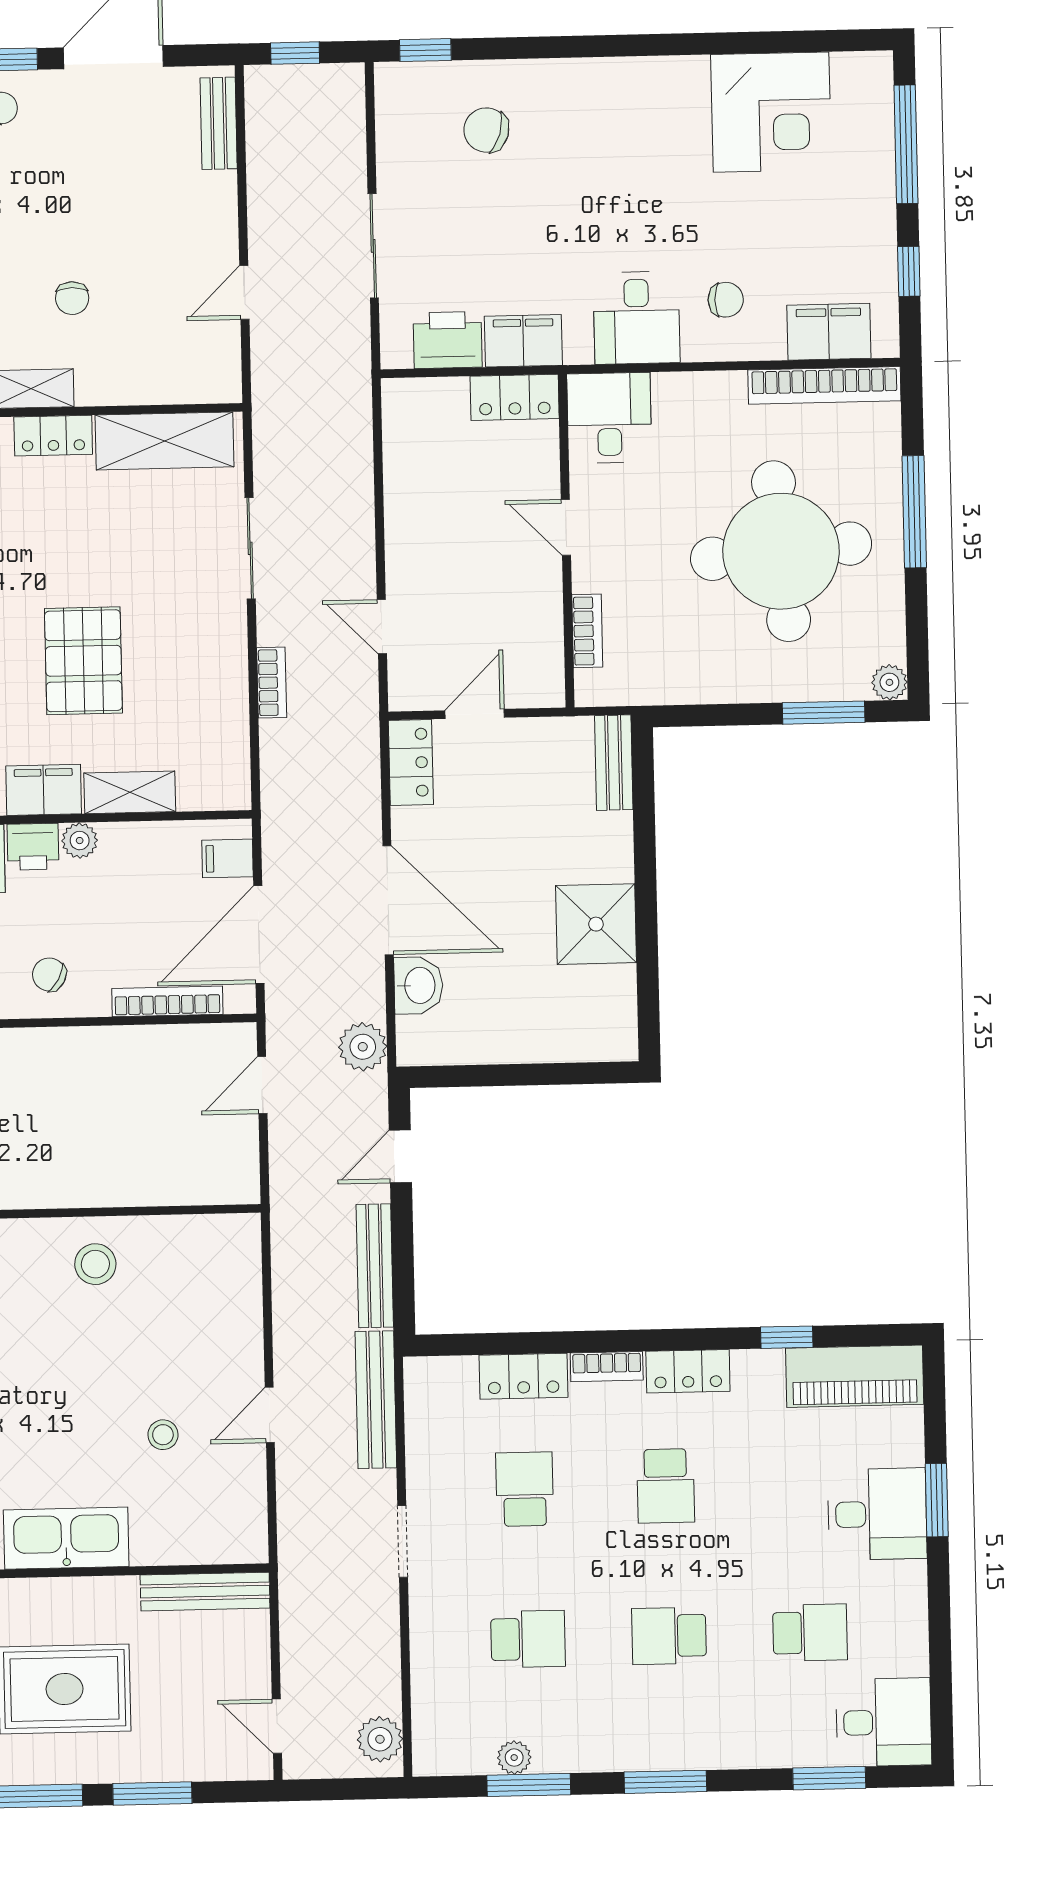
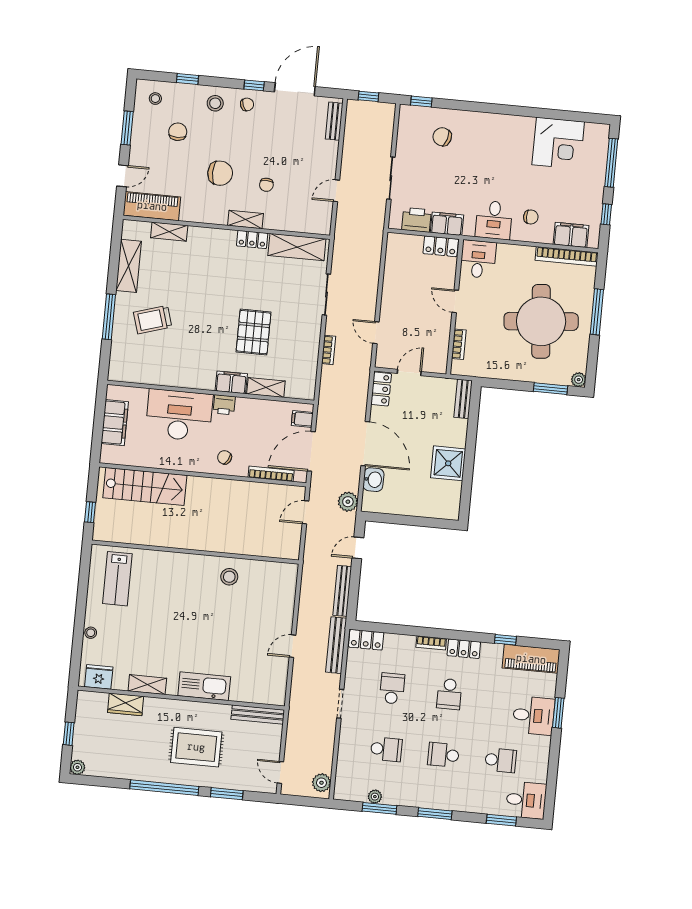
plant: (80, 841) -> (243, 405), removed
locker: (523, 1376) -> (366, 640), moved
stool: (163, 1435) -> (248, 649), removed

